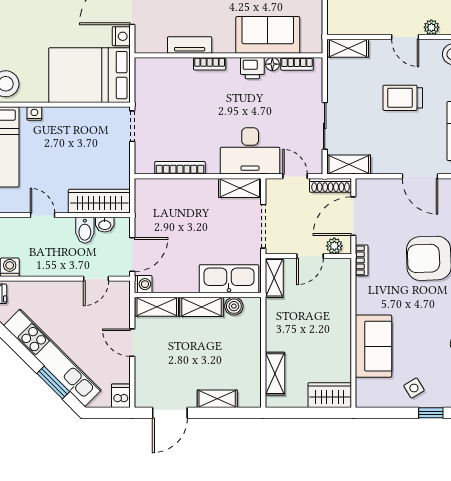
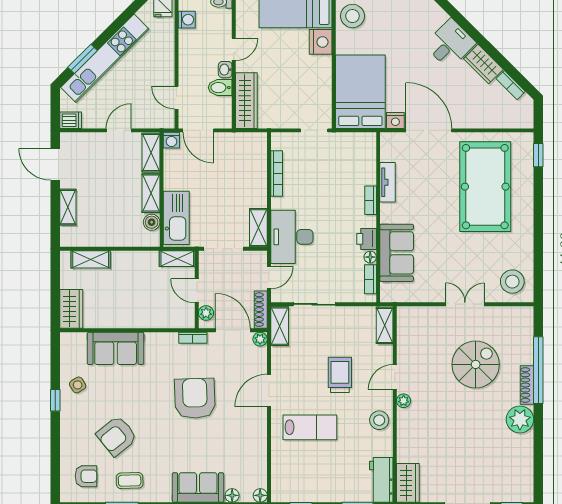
nightstand: (34, 114) -> (321, 42), width x1.89, depth x1.79
plant: (363, 186) -> (260, 339), added
washbasin: (105, 225) -> (225, 70), moved

